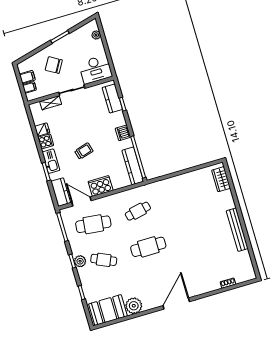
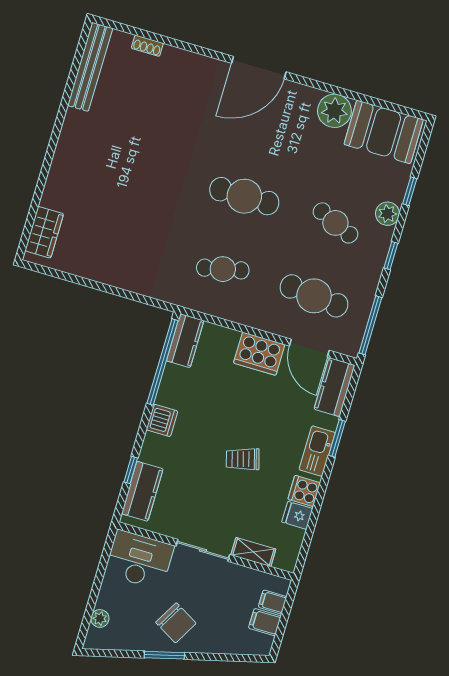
chair: (54, 65) -> (176, 623), moved
trolley: (84, 151) -> (243, 459), moved
kitchen counter: (133, 166) -> (185, 341), width x0.67
bench: (237, 230) -> (90, 67), moved
plant: (80, 261) -> (387, 214), moved

